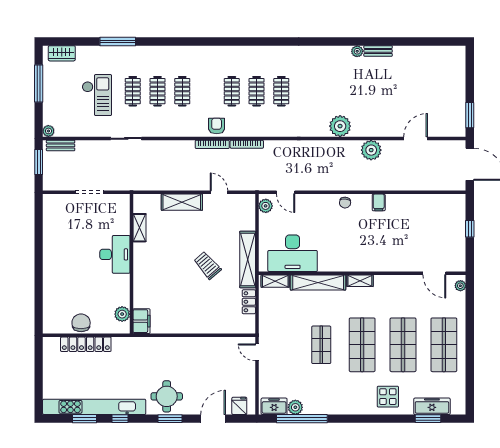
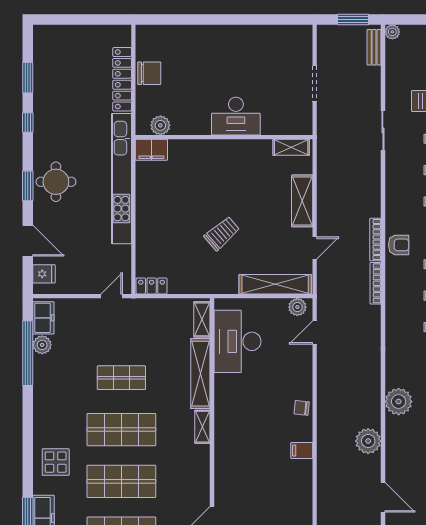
shelving: (140, 228) -> (291, 147), moved
shelving: (248, 260) -> (275, 284), moved
locker: (249, 302) -> (152, 286), moved
kitchen unit: (94, 407) -> (121, 179), moved, turned 180

